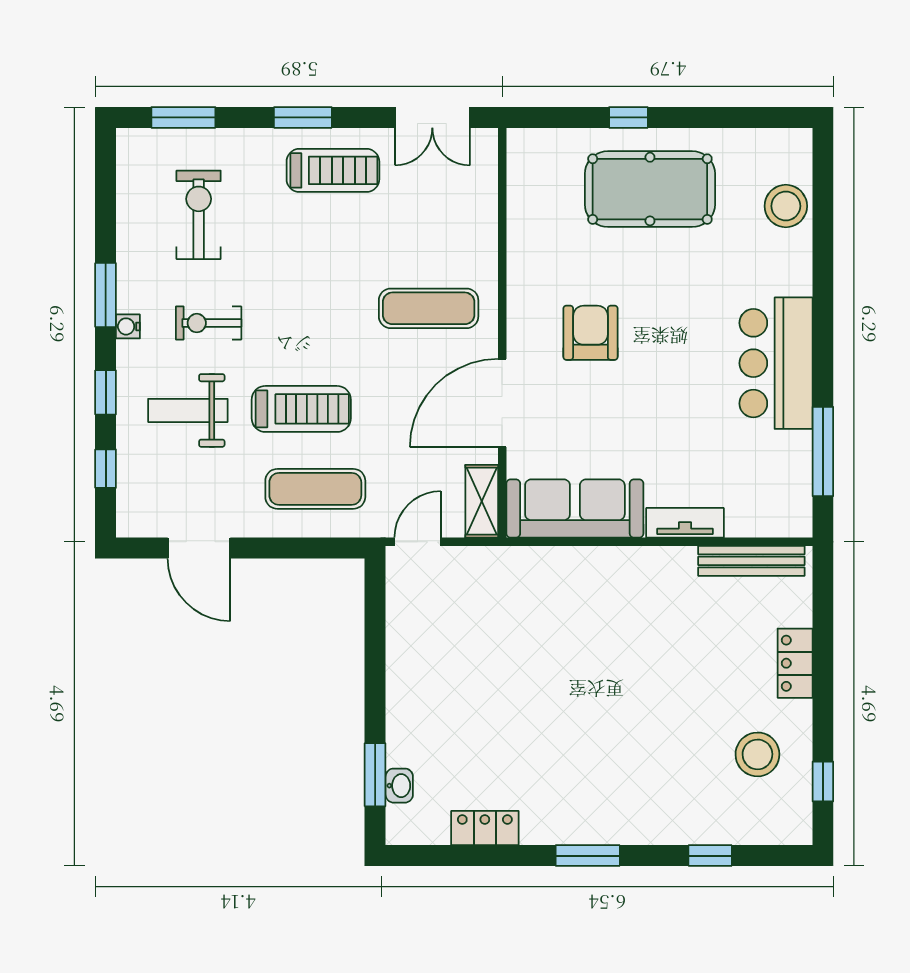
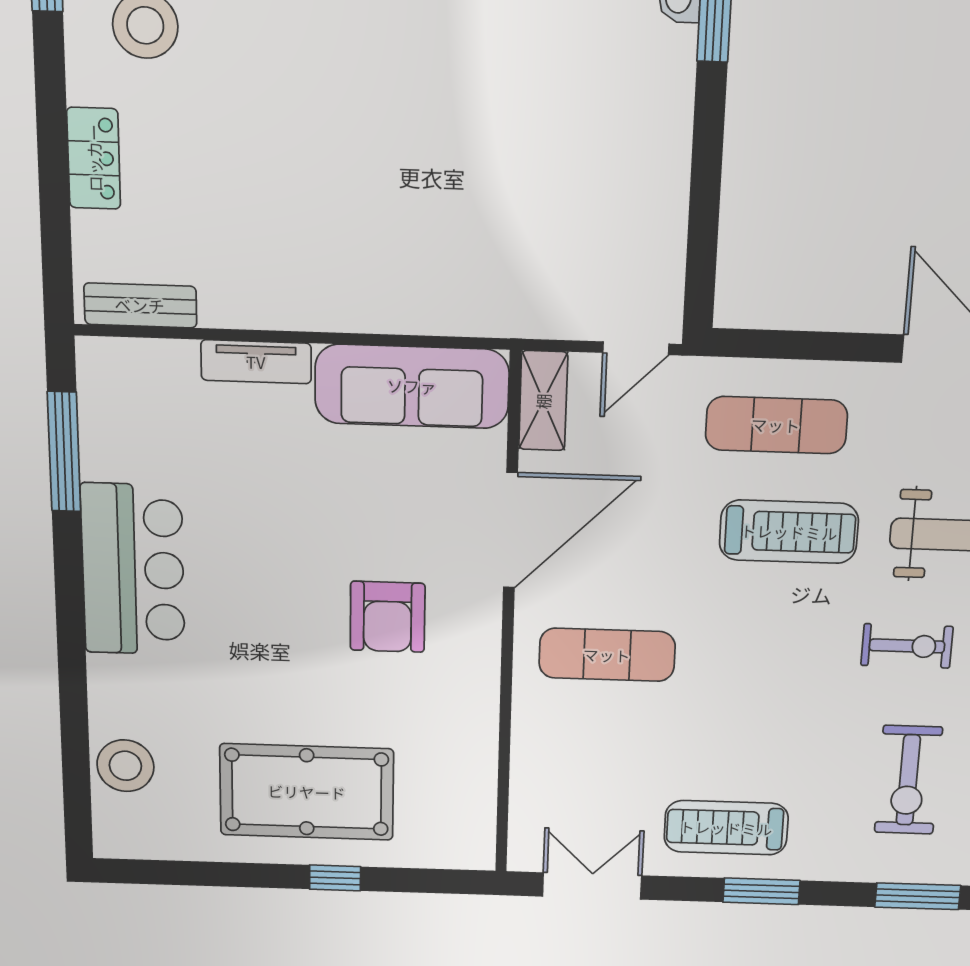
treadmill: (301, 409) -> (789, 532), turned 180
bench: (751, 561) -> (140, 305), width x0.73

